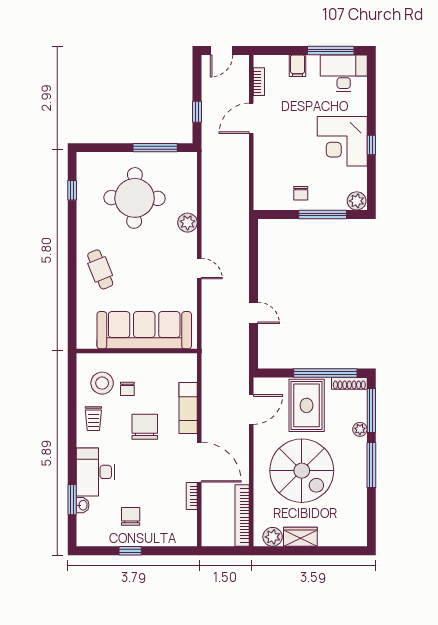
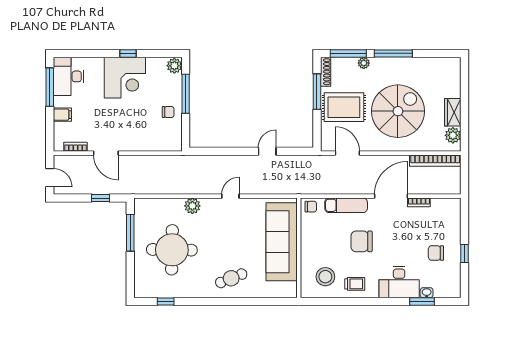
window: (325, 373) -> (317, 92), width x0.68
chair: (127, 389) -> (311, 207), moved

